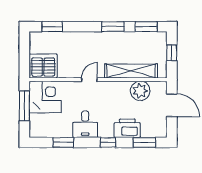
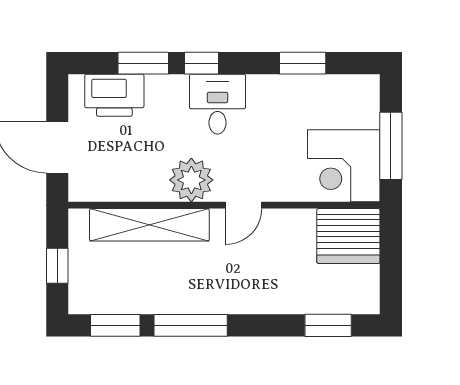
window: (113, 27) -> (191, 325), width x1.44
plant: (140, 91) -> (191, 180), moved
desk: (85, 124) -> (218, 104), moved
printer: (127, 128) -> (114, 95), moved
window: (144, 142) -> (143, 63), moved

